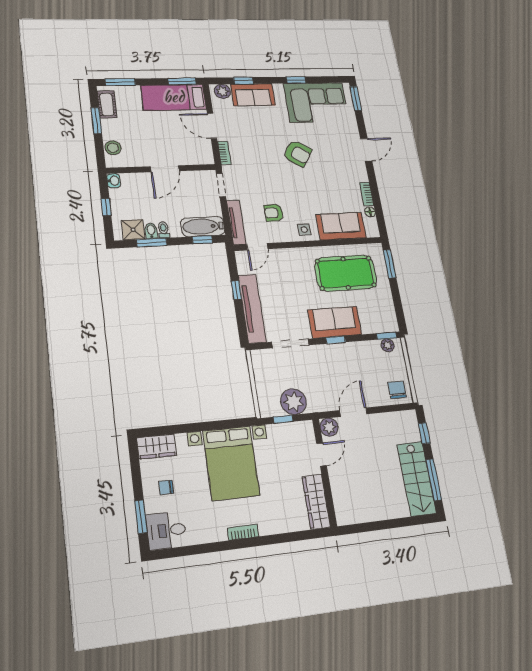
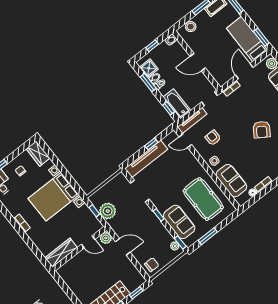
window: (390, 264) -> (208, 236), moved
sofa: (335, 322) -> (179, 222), moved

